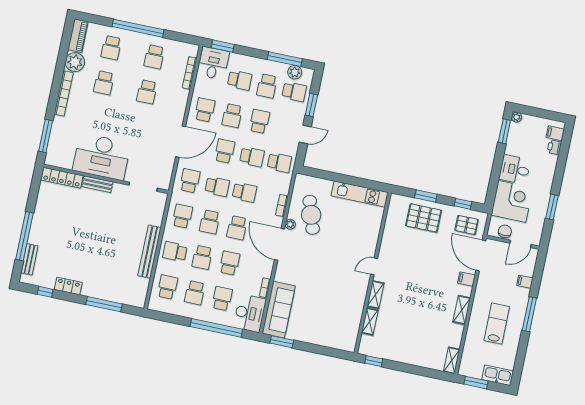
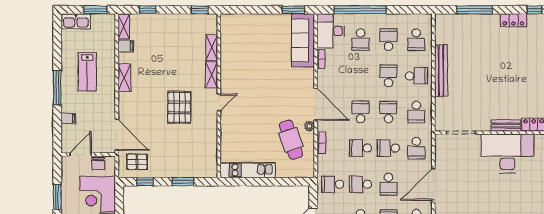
pallet: (424, 218) -> (179, 107), moved, turned 90
school desk: (230, 263) -> (361, 76), removed
filing cabinet: (467, 279) -> (126, 46), moved
window: (425, 372) -> (148, 10), added

